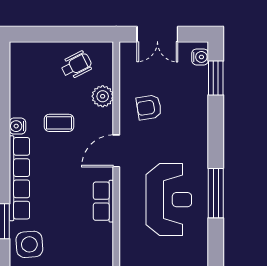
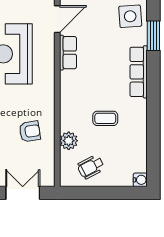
water cooler: (17, 126) -> (140, 180), moved
door: (116, 151) -> (57, 19), moved
row of seats: (19, 178) -> (139, 72), width x0.73

